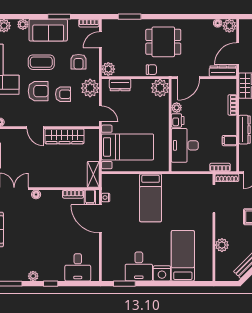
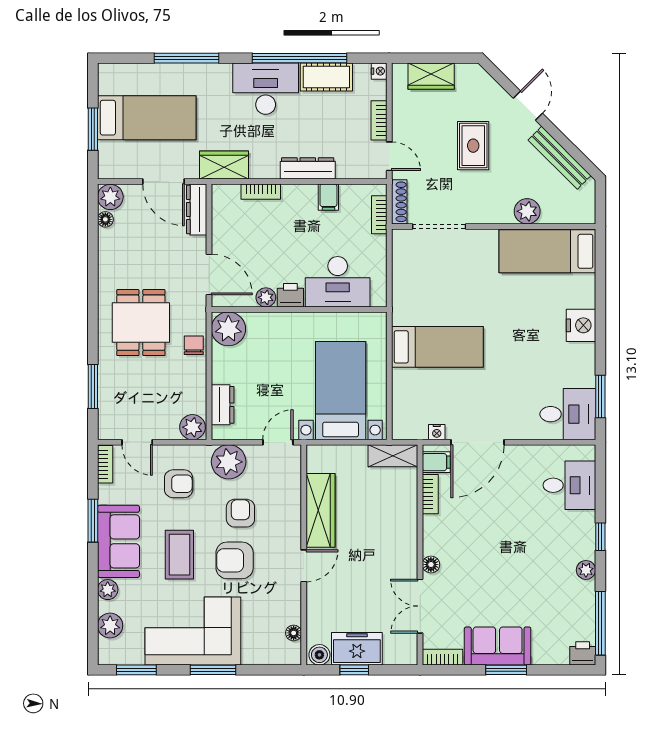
armchair: (38, 91) -> (235, 560), turned -90
bed: (183, 256) -> (547, 251), moved
desk: (139, 266) -> (568, 414), moved

